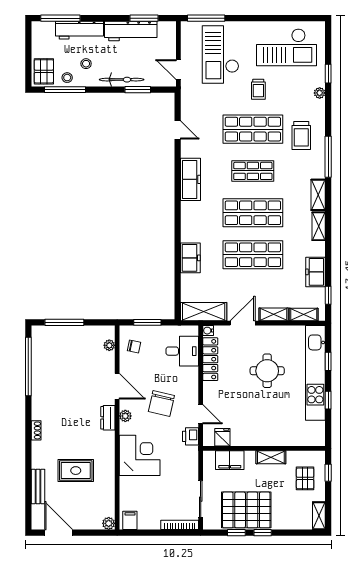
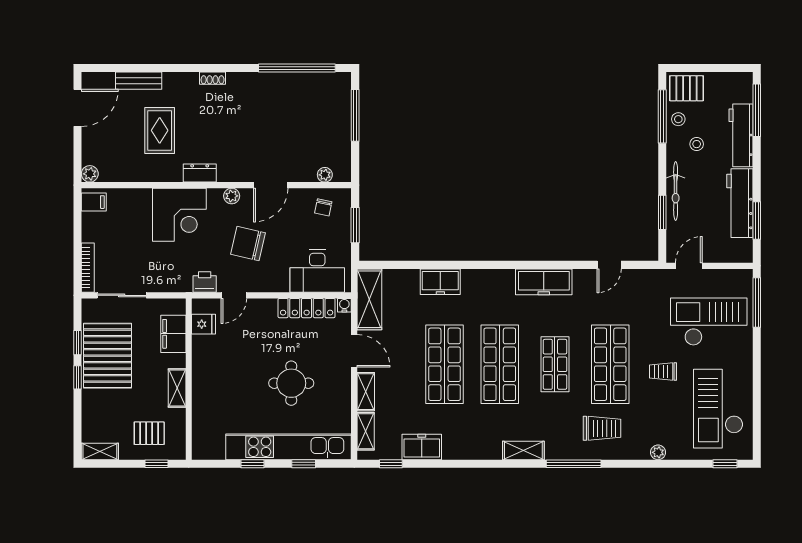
window: (328, 74) -> (725, 464), moved
trolley: (301, 135) -> (602, 428), turned 180
shelving: (319, 226) -> (482, 451), removed
desk: (182, 351) -> (317, 271), width x1.37
dresser: (108, 418) -> (200, 173), moved

